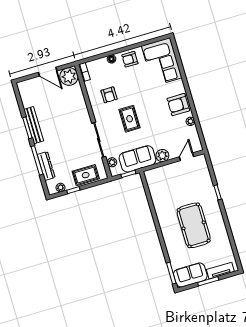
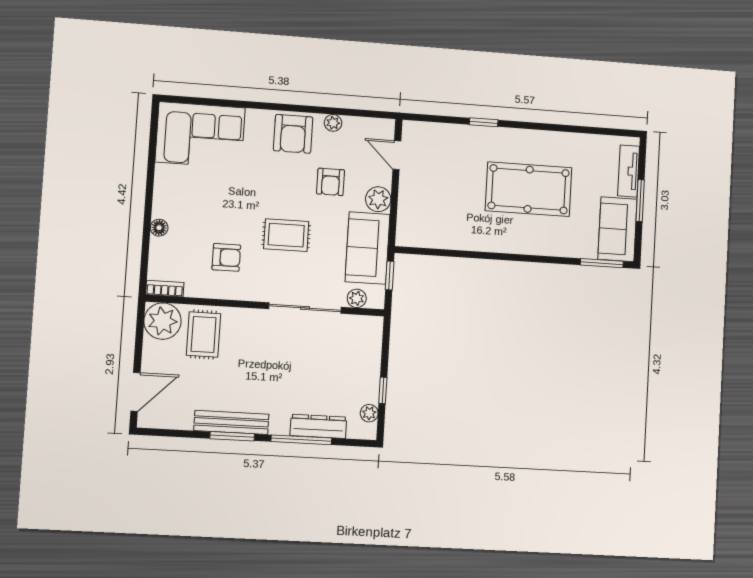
armchair: (130, 59) -> (331, 182), moved
door: (48, 72) -> (135, 392), moved
rug: (86, 175) -> (204, 334), moved

